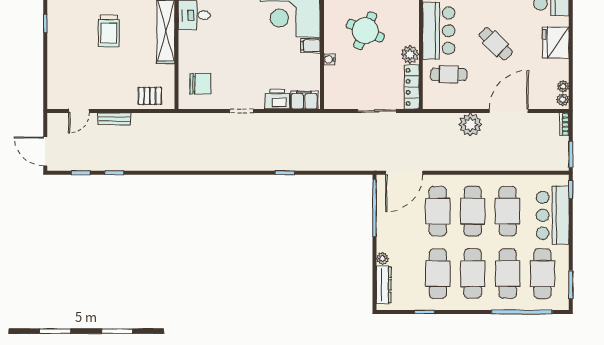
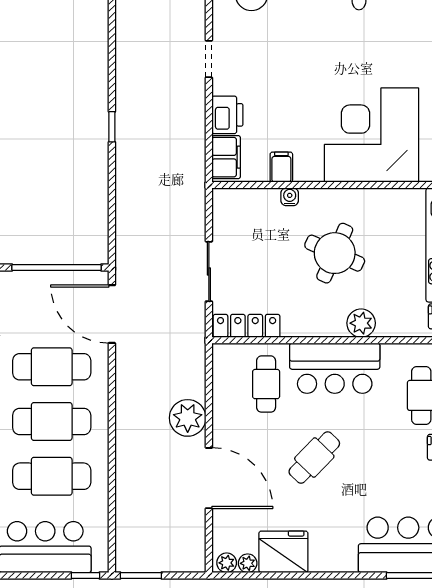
fridge: (556, 43) -> (283, 552), moved
filing cabinet: (310, 46) -> (281, 167), moved
plant: (410, 54) -> (361, 323), moved
bookcase: (564, 124) -> (188, 565), removed

